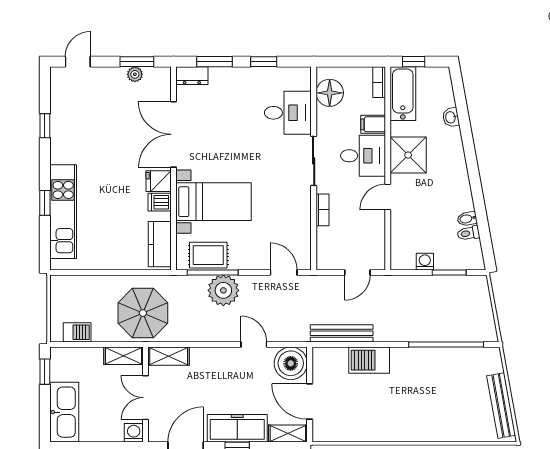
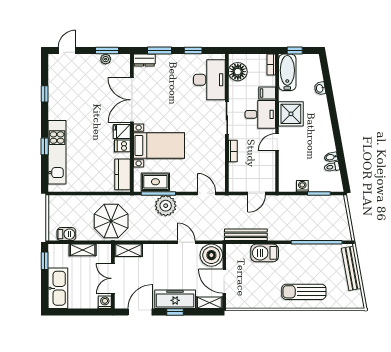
desk: (288, 113) -> (209, 80), width x1.37
shelving: (123, 356) -> (83, 250), moved
bench: (501, 406) -> (351, 268), moved
sun lounger: (427, 417) -> (304, 292), added

